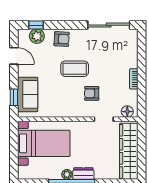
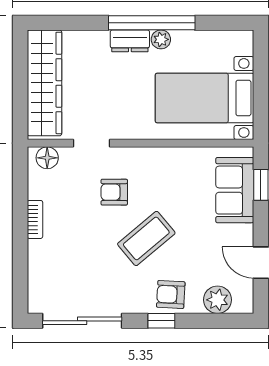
window: (36, 25) -> (161, 321), moved
coffee table: (75, 69) -> (146, 238), turned -40
armchair: (92, 93) -> (114, 192), turned 180

